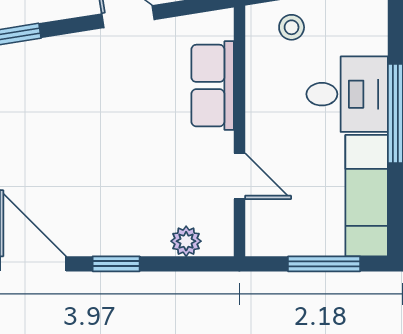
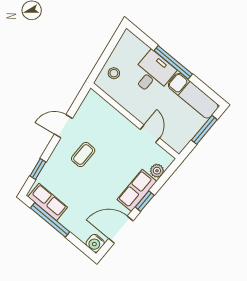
row of seats: (213, 86) -> (137, 190), moved, turned 90
coffee table: (108, 91) -> (83, 155), added
door: (239, 176) -> (150, 134), hinge flipped

